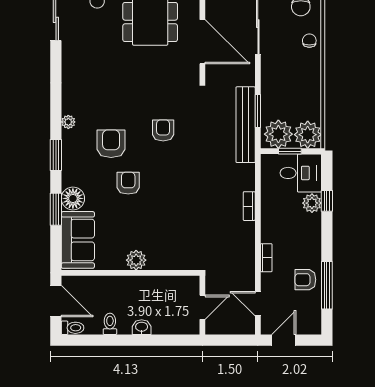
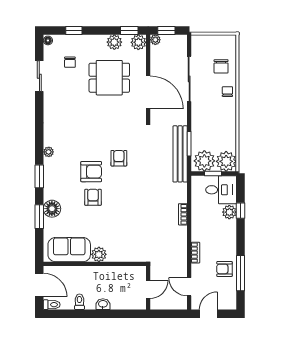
armchair: (111, 144) -> (91, 172), moved, turned 90
sofa: (78, 240) -> (69, 250), moved, turned -90

